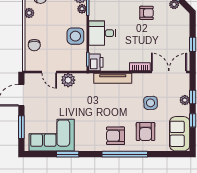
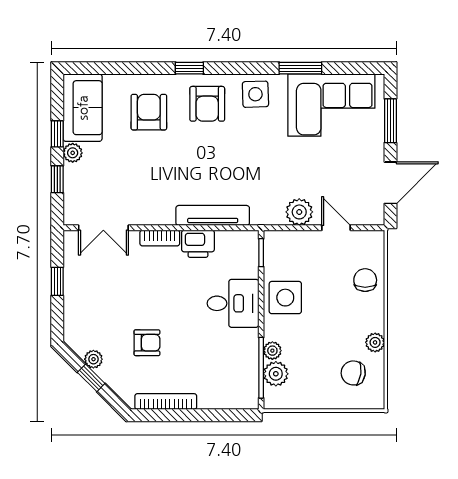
armchair: (147, 13) -> (147, 343), turned 180
printer: (96, 62) -> (198, 244), moved, turned -90
double door: (169, 72) -> (103, 228), width x0.73
plant: (185, 100) -> (73, 153), moved
side table: (151, 103) -> (255, 94), moved
armchair: (116, 136) -> (207, 104), turned 90
window: (125, 154) -> (189, 68), width x0.32

